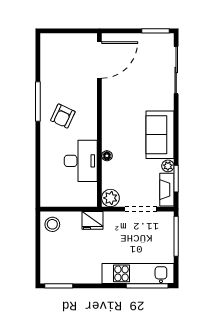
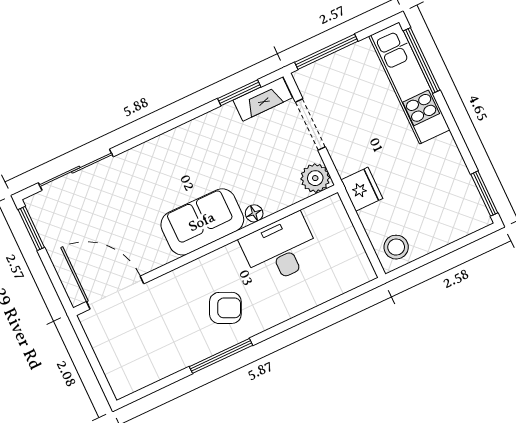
sofa: (160, 135) -> (202, 222), moved, turned 180
plant: (168, 166) -> (226, 114), removed

